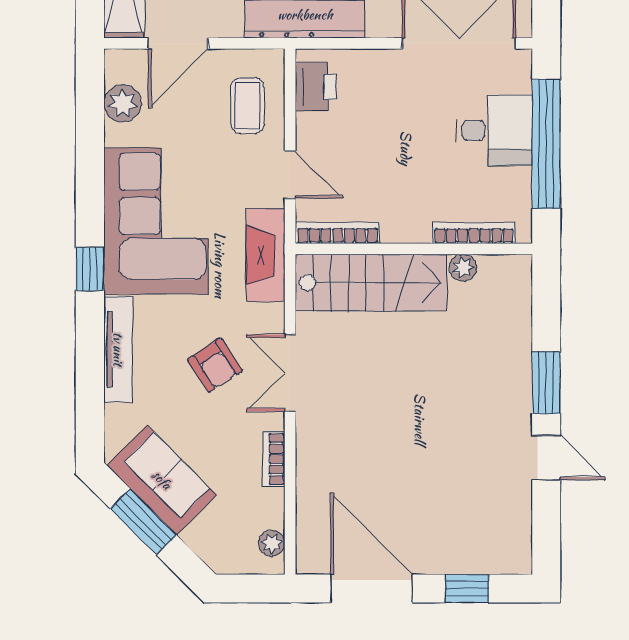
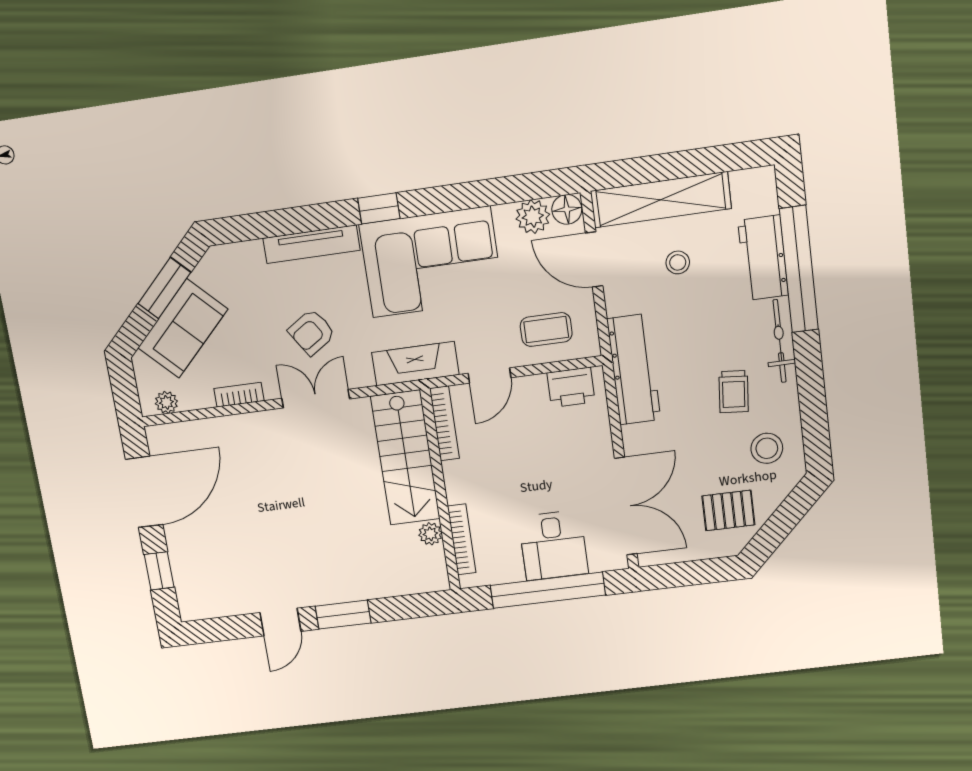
floor lamp: (120, 66) -> (567, 209), added
sofa: (162, 480) -> (183, 329), moved

